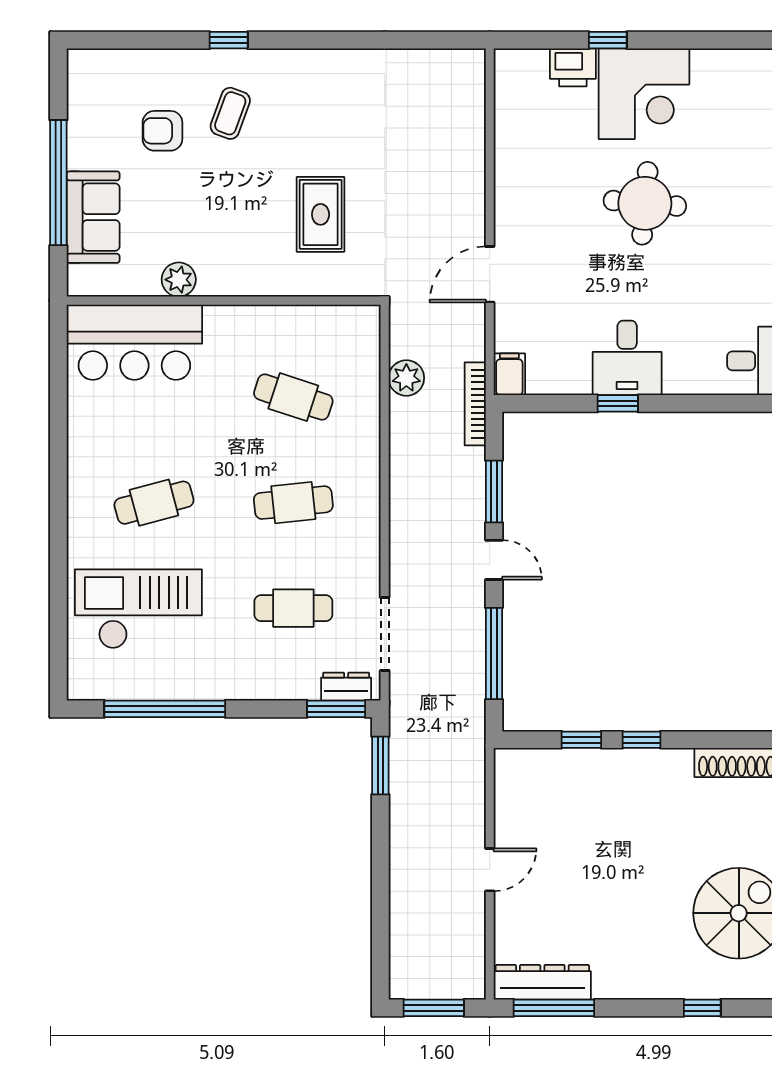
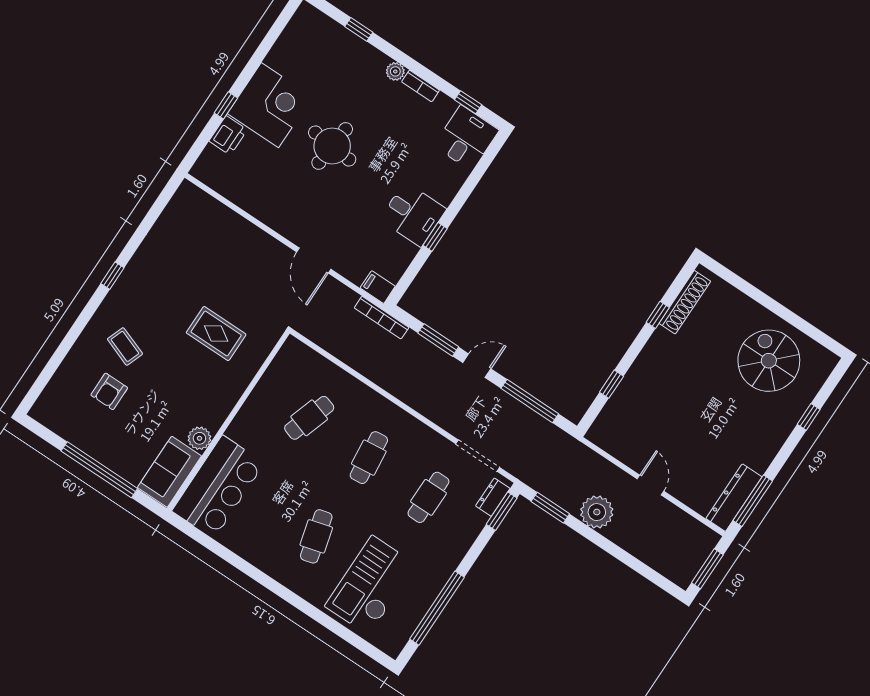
window: (229, 40) -> (112, 276), moved
sofa: (93, 217) -> (169, 472), moved, turned -90
plant: (406, 378) -> (597, 512), moved, width x1.36, depth x1.36
window: (642, 740) -> (658, 315), moved

